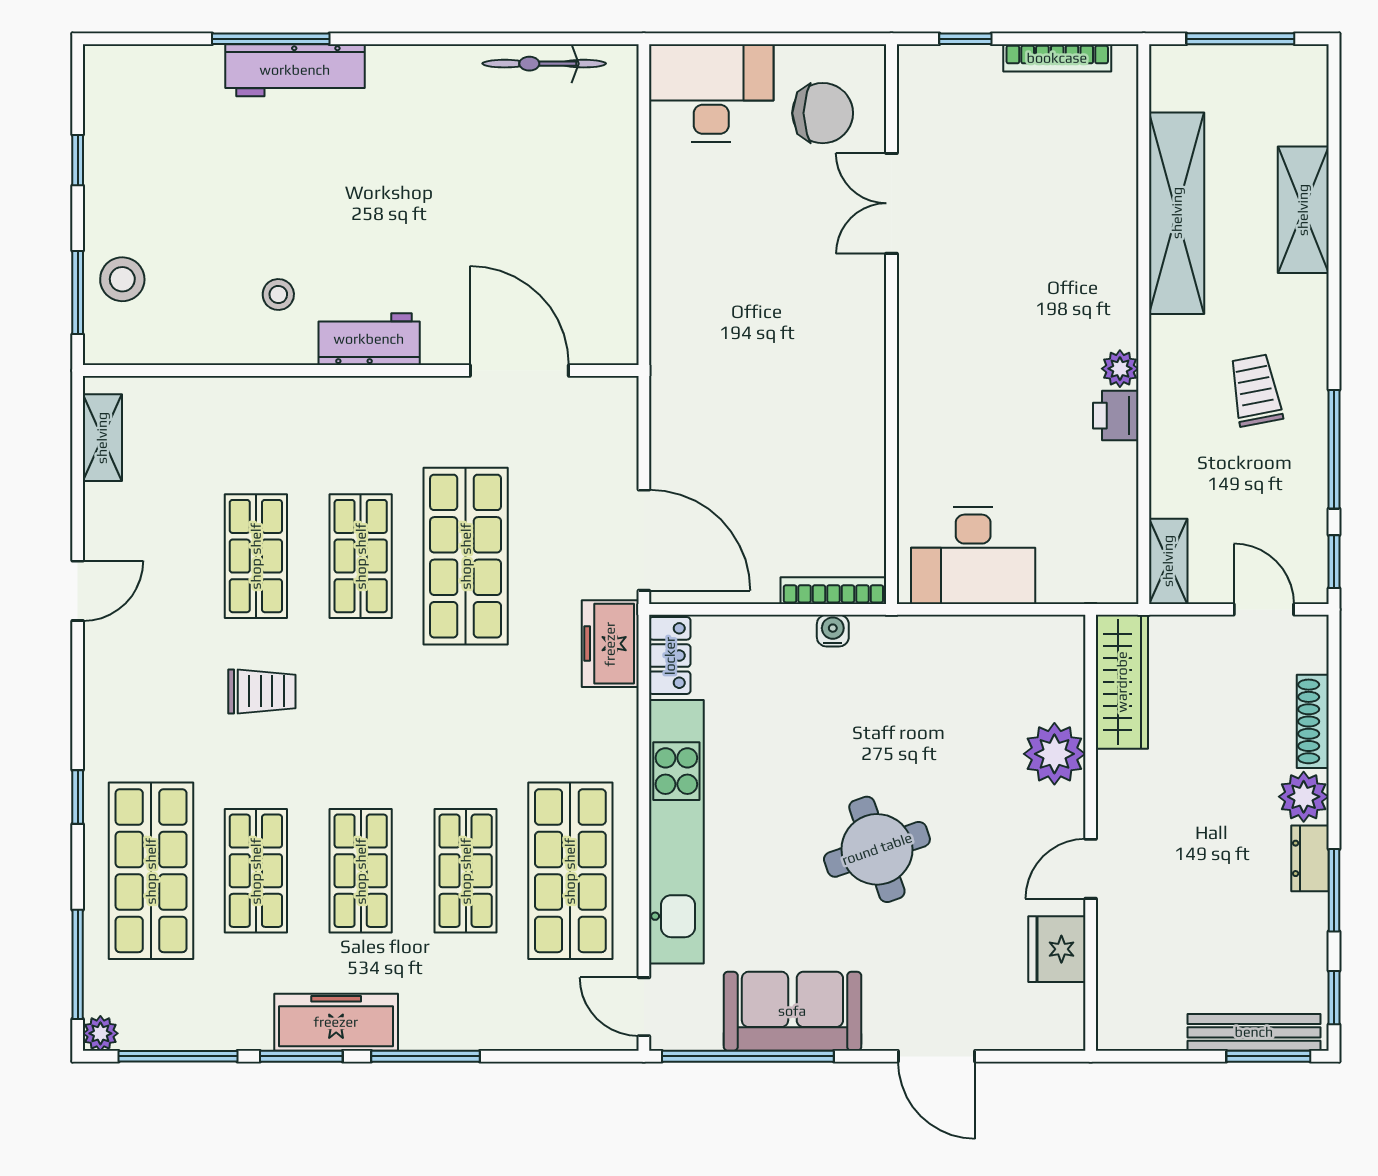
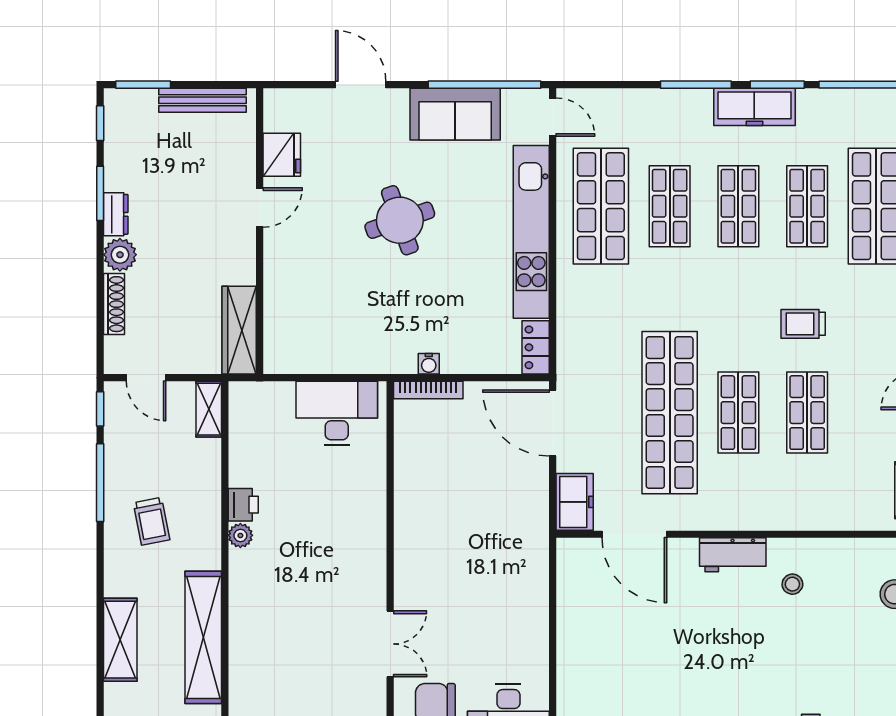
shop shelf: (466, 556) -> (670, 413), width x1.40
freezer: (610, 644) -> (575, 502), moved
plant: (1054, 754) -> (283, 283), removed
bench: (1254, 1032) -> (202, 100), moved

